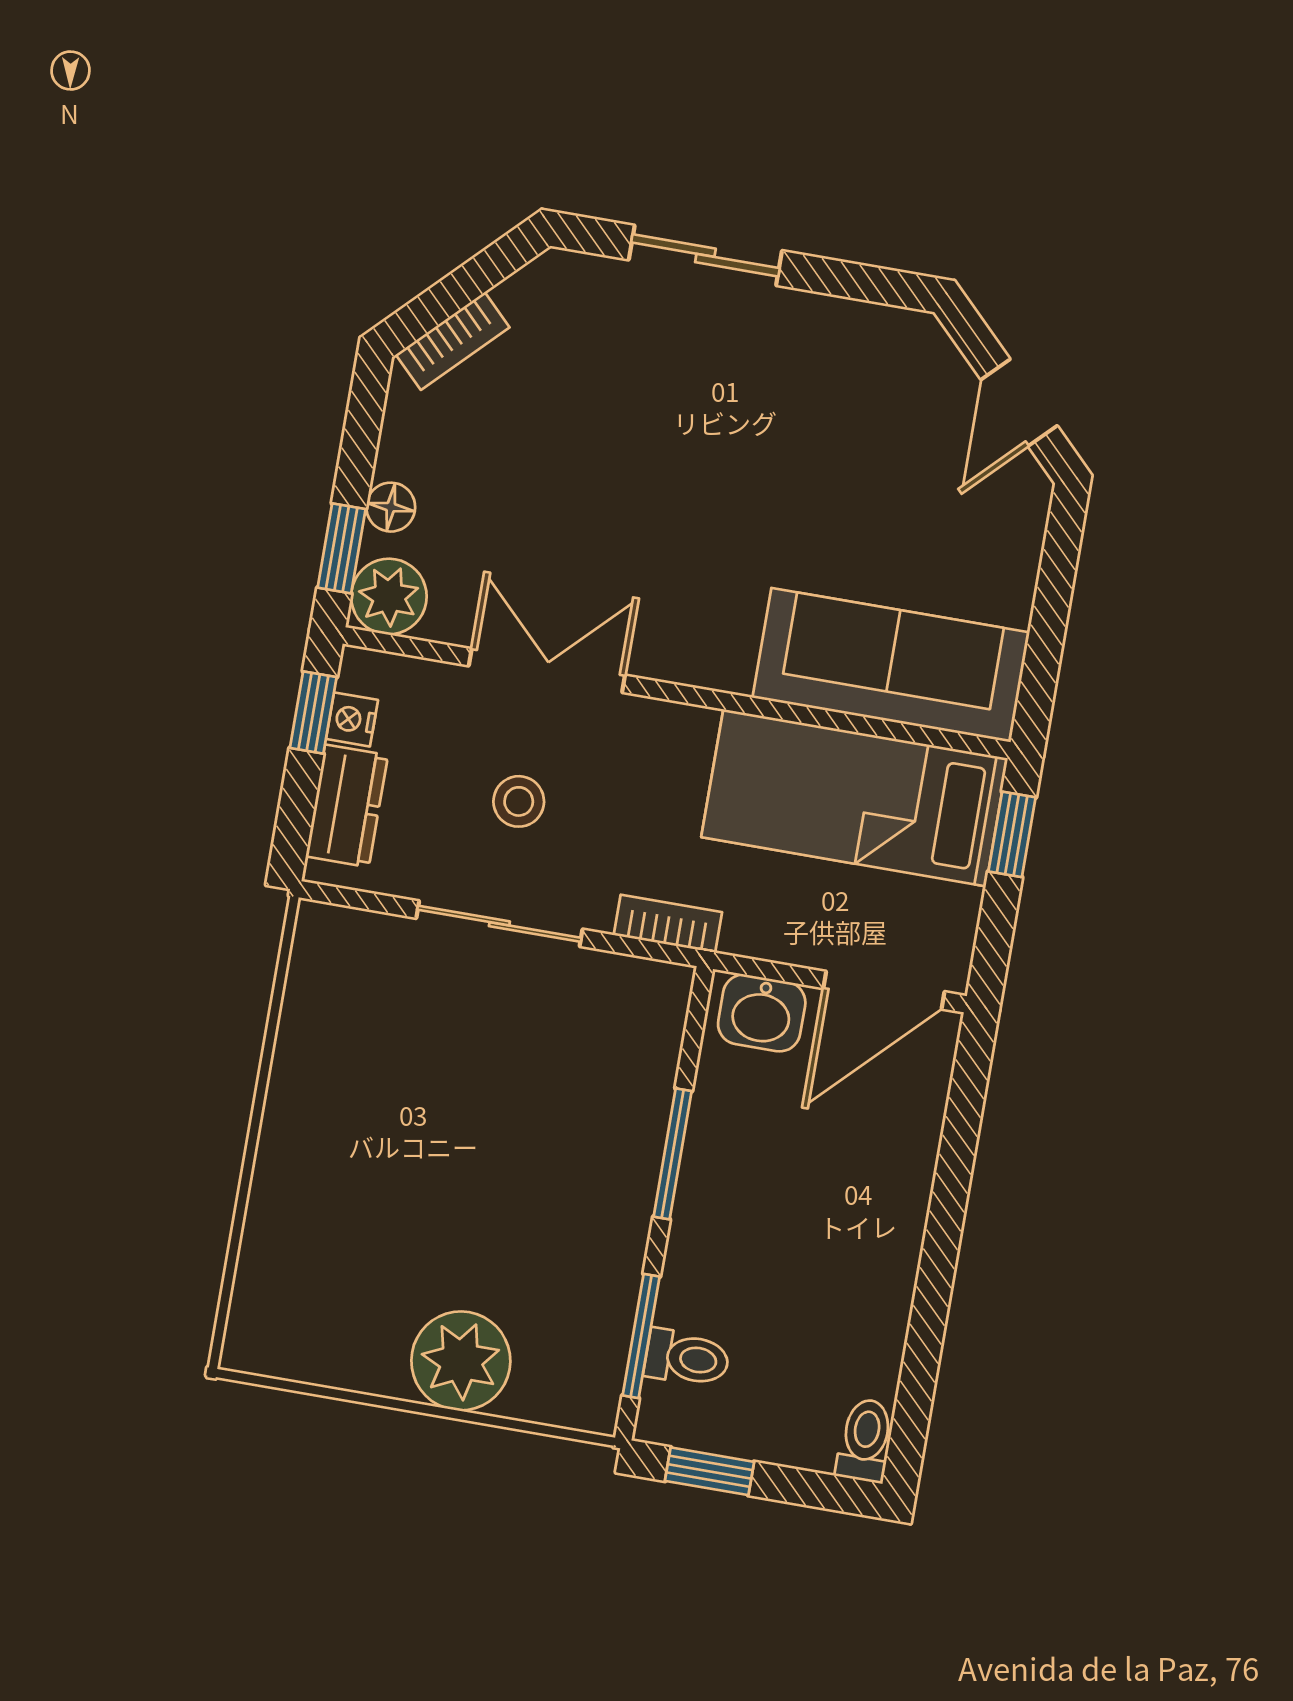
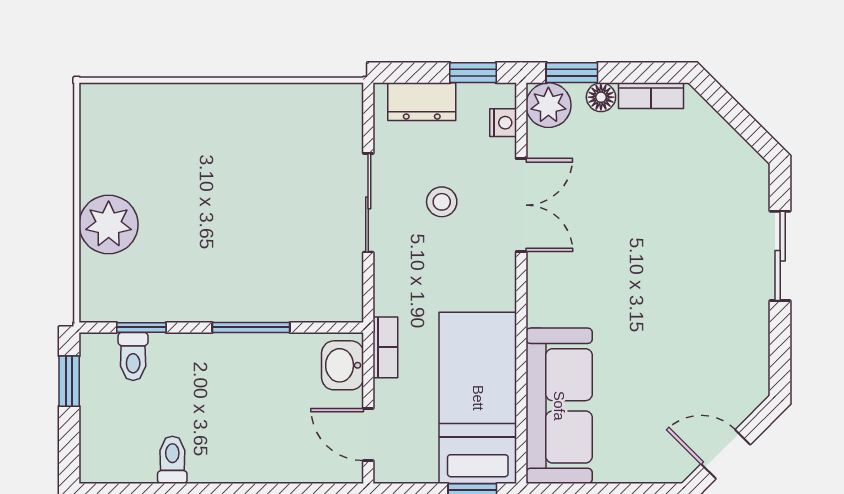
bookcase: (453, 341) -> (651, 96), moved, turned -45
nightstand: (352, 719) -> (503, 123), moved, turned 90
bookcase: (668, 924) -> (385, 347), moved
door: (884, 990) -> (368, 435), width x0.73
window: (641, 1336) -> (141, 327), width x0.67
toilet: (865, 1440) -> (172, 460), moved, turned -90

